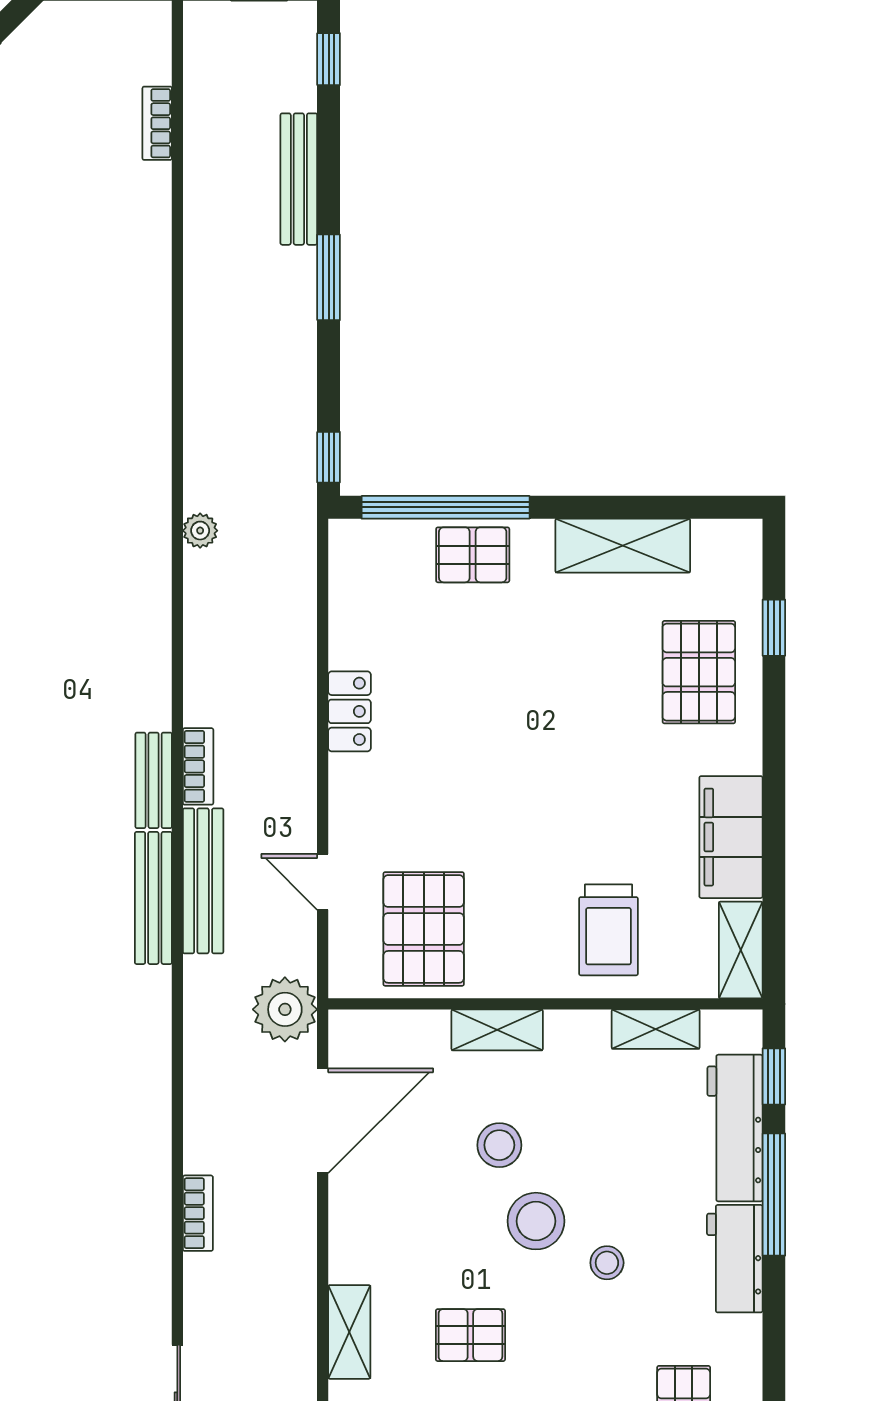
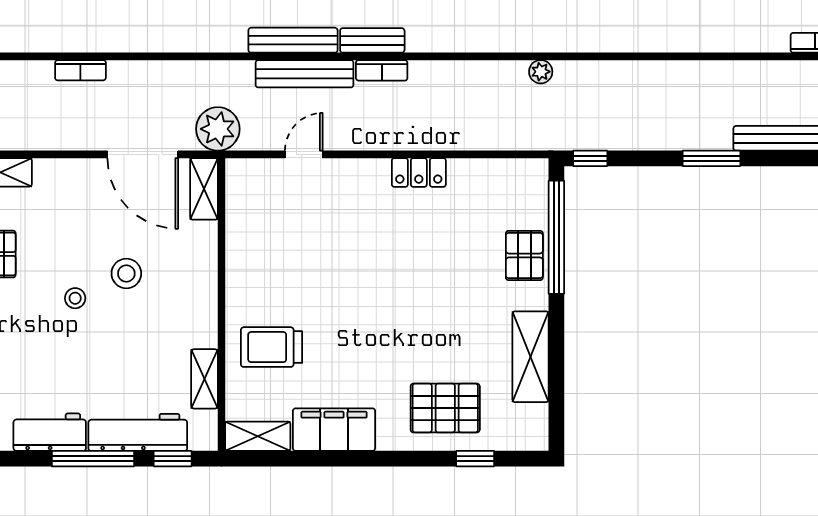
pallet: (424, 929) -> (272, 222), removed
shelving: (497, 1030) -> (204, 189), moved
stool: (536, 1221) -> (75, 298), width x0.53, depth x0.53
stool: (607, 1263) -> (47, 346), removed

